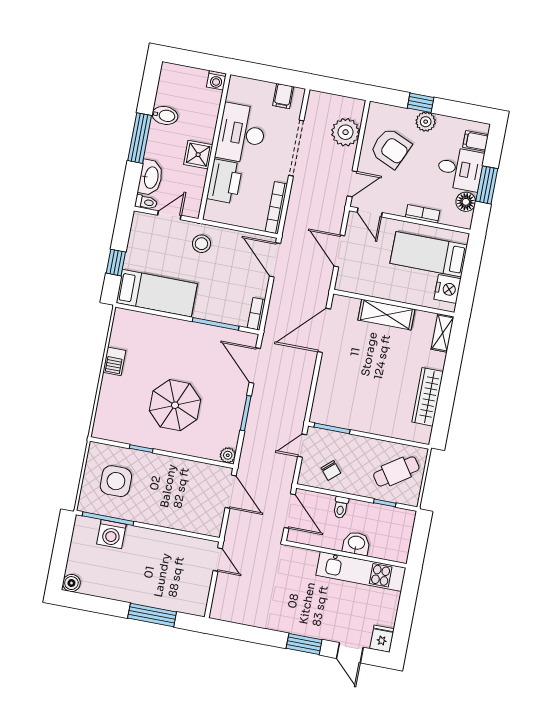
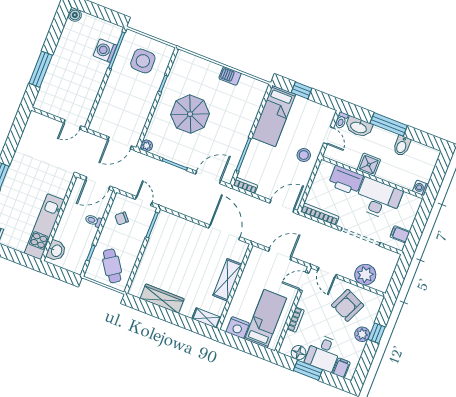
washbasin: (356, 543) -> (56, 251), moved

